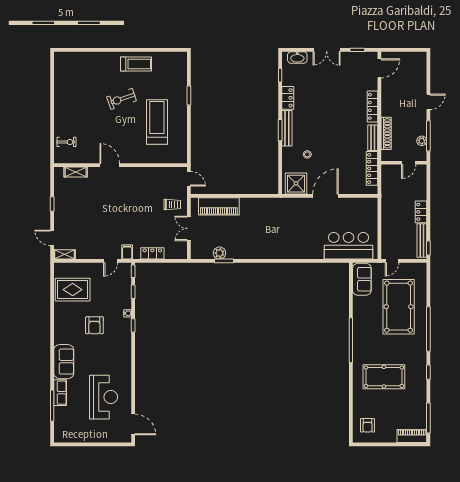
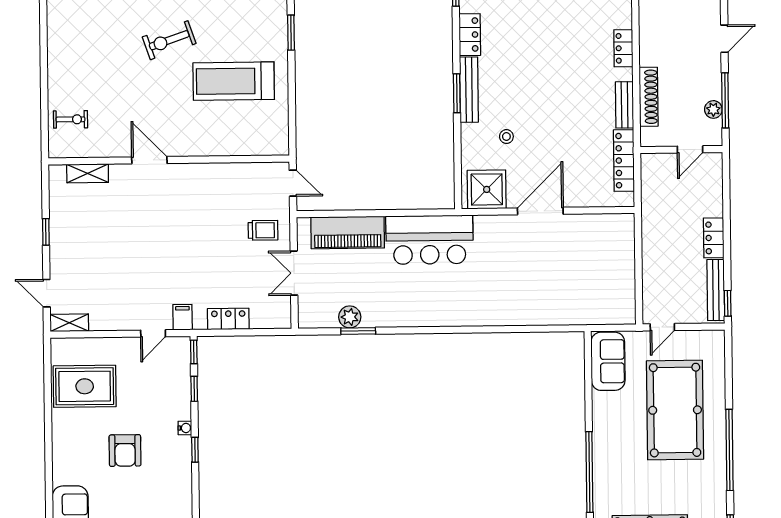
locker: (372, 106) -> (623, 48), width x0.66
treadmill: (157, 122) -> (234, 81), turned -90
bar counter: (348, 246) -> (430, 240), moved, turned 180

